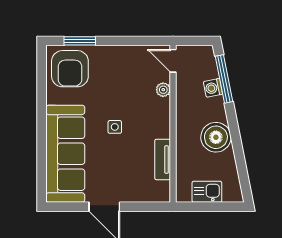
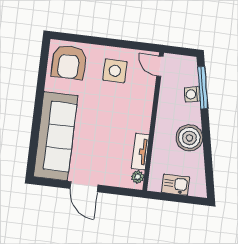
window: (80, 41) -> (80, 39), removed
plant: (163, 90) -> (138, 177), moved
side table: (115, 127) -> (115, 71), moved, width x1.87, depth x1.87

